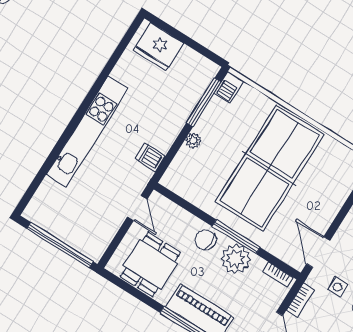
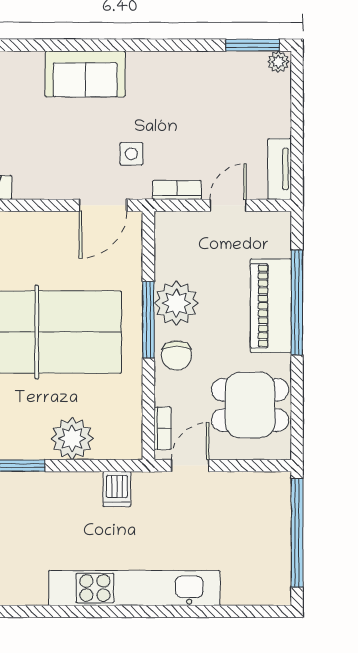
plant: (193, 141) -> (72, 438), width x1.88, depth x1.88
bookcase: (278, 274) -> (163, 428), moved

